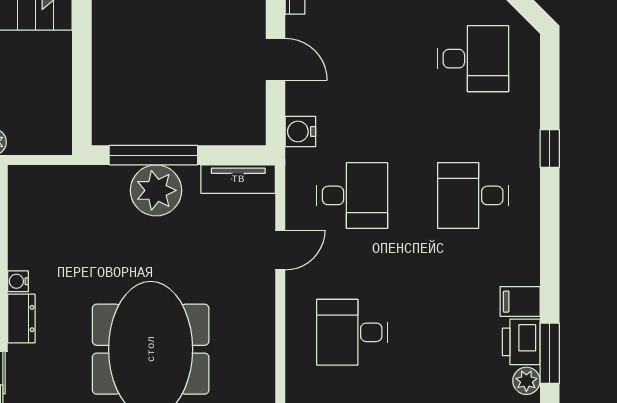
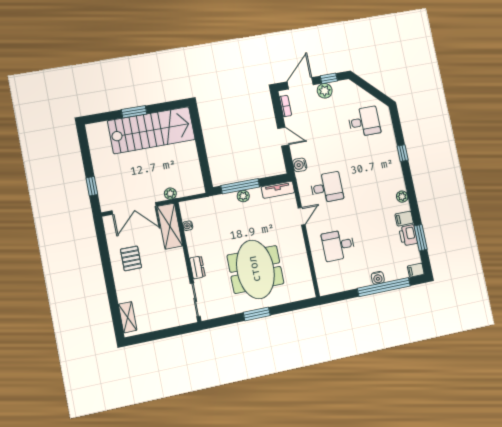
plant: (156, 190) -> (243, 196), width x0.53, depth x0.53
desk: (473, 195) -> (376, 178), removed
water cooler: (18, 281) -> (188, 226), moved
plant: (526, 381) -> (402, 197), moved

